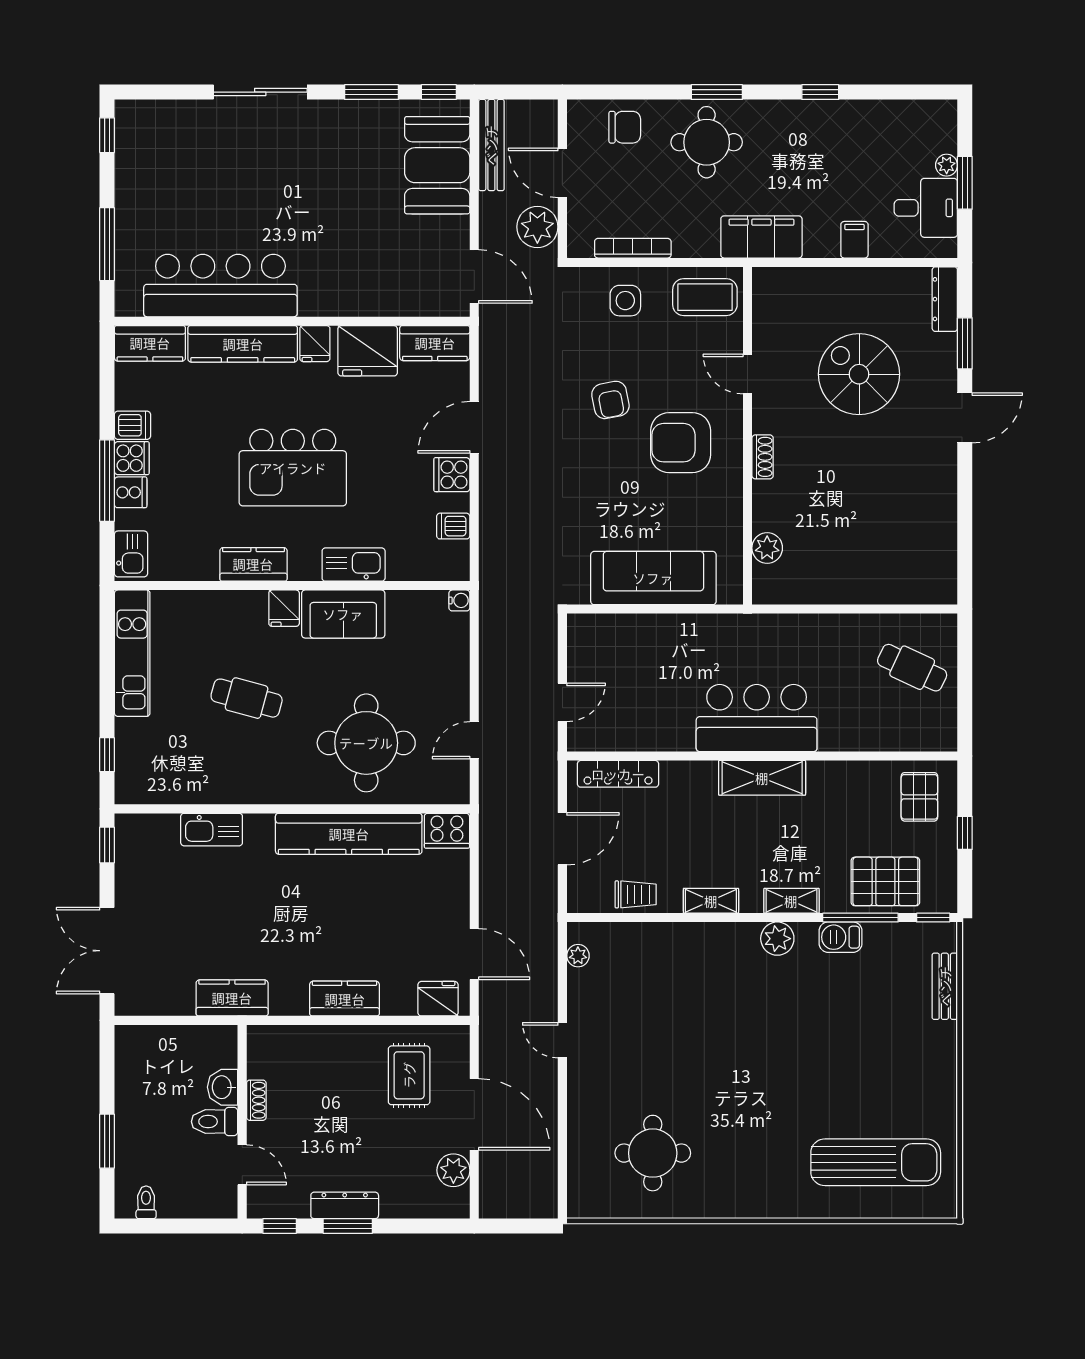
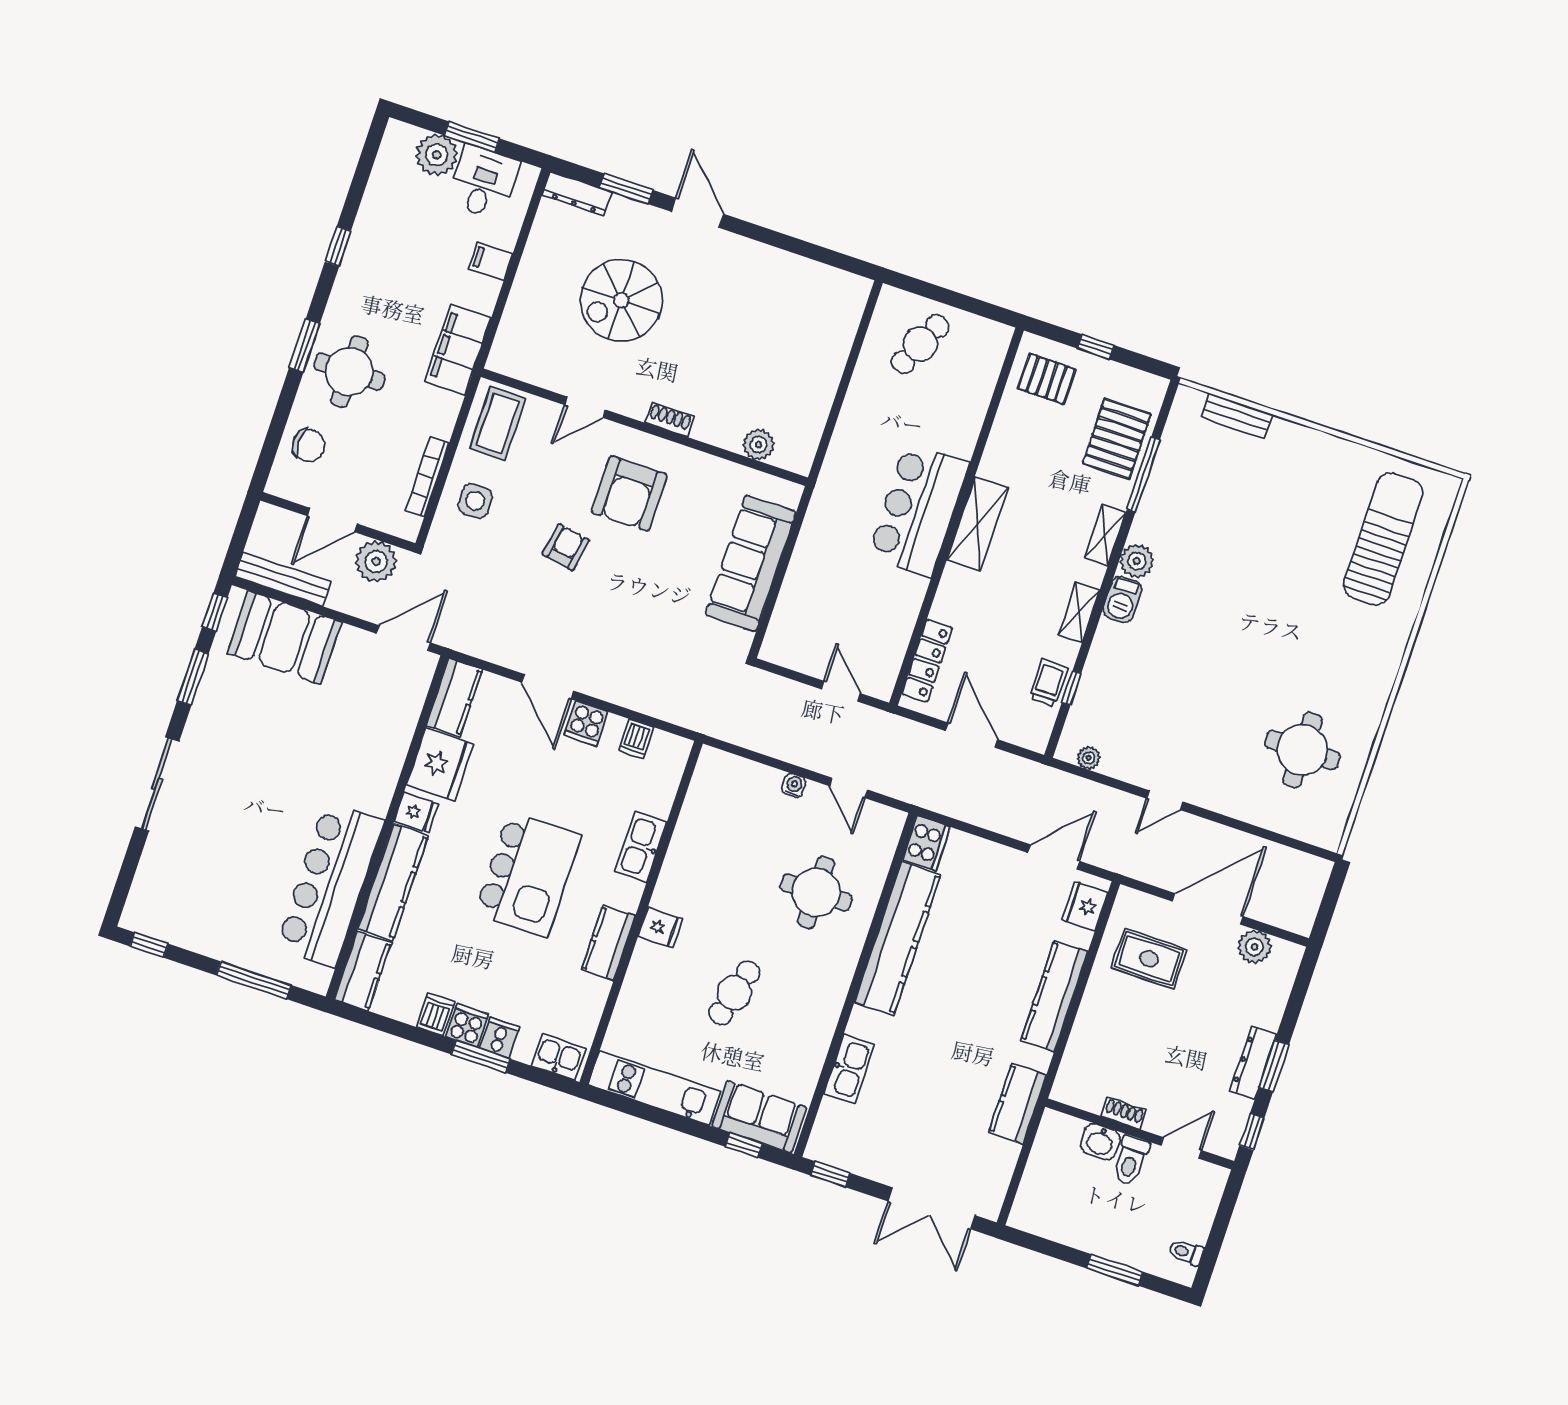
chair: (625, 127) -> (309, 445), turned 90
plant: (947, 165) -> (437, 155), width x1.87, depth x1.87
armchair: (610, 400) -> (566, 547), turned -69
window: (107, 481) -> (481, 1057), width x0.69
water cooler: (459, 600) -> (794, 785), moved
sofa: (343, 614) -> (759, 1117), moved, turned -90
round table: (366, 743) -> (816, 892), width x0.73, depth x0.73
window: (933, 918) -> (1072, 688), moved
barbecue: (841, 937) -> (1122, 599), moved
kitchen counter: (345, 999) -> (1054, 996), width x1.50

